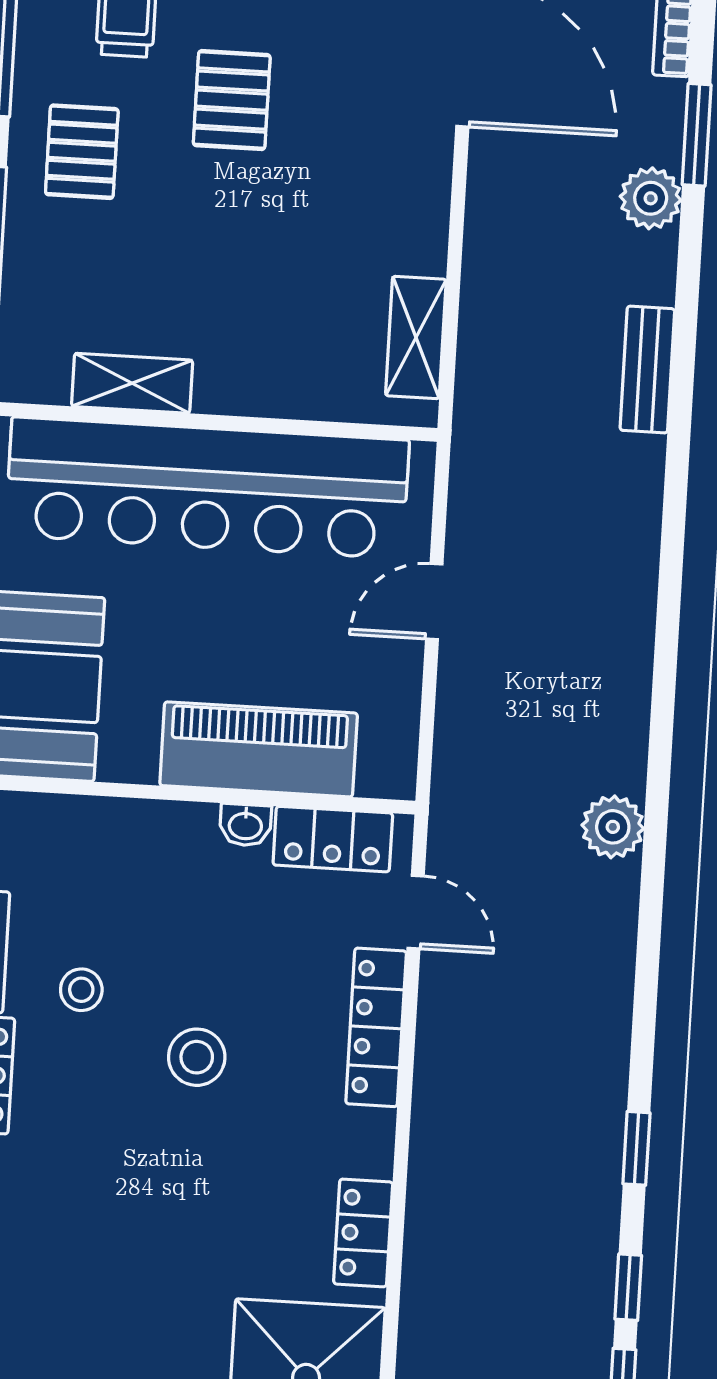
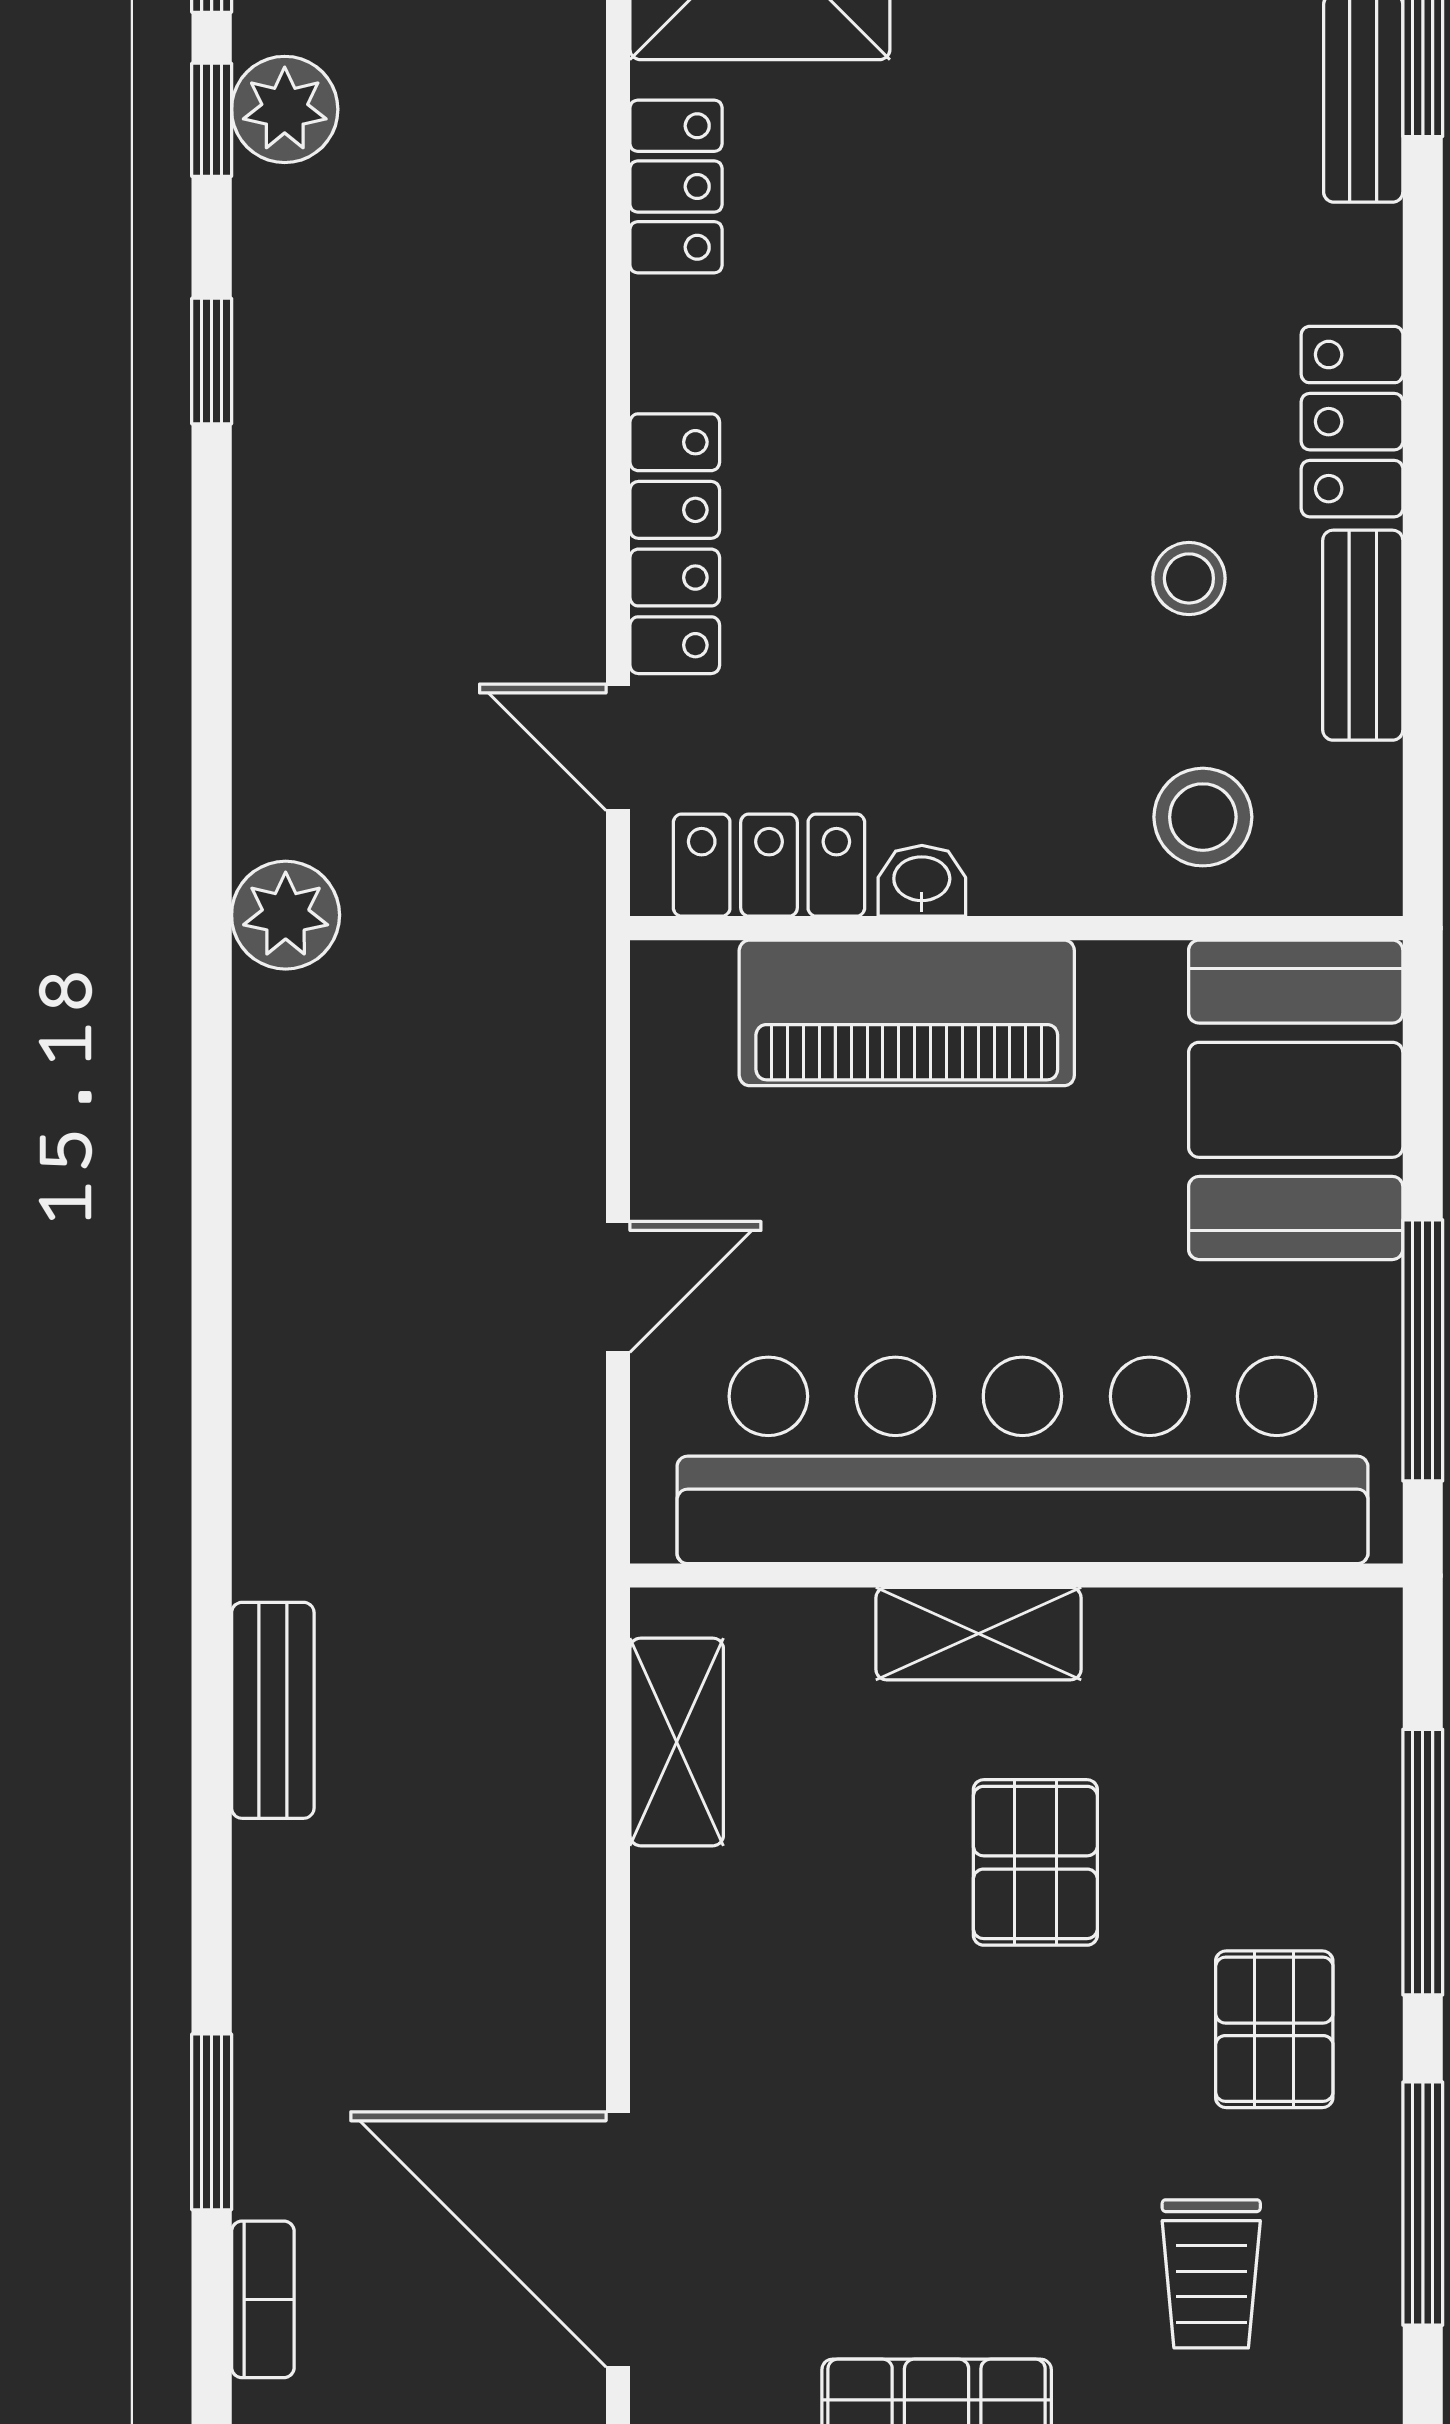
pallet: (232, 100) -> (1035, 1862), moved
plant: (651, 198) -> (285, 109), moved
shelving: (132, 383) -> (978, 1634), moved
stool: (197, 1057) -> (1203, 817), moved

